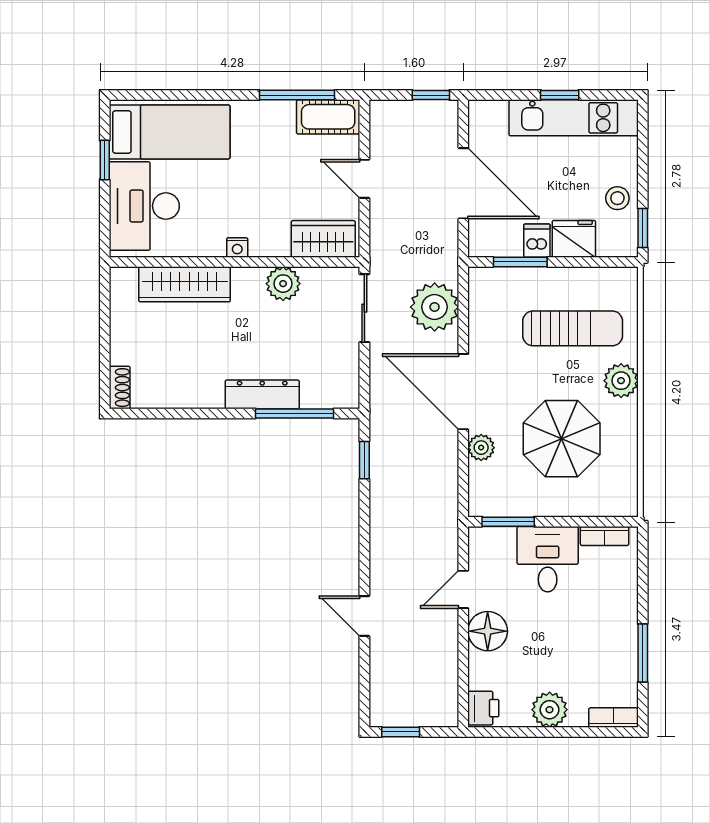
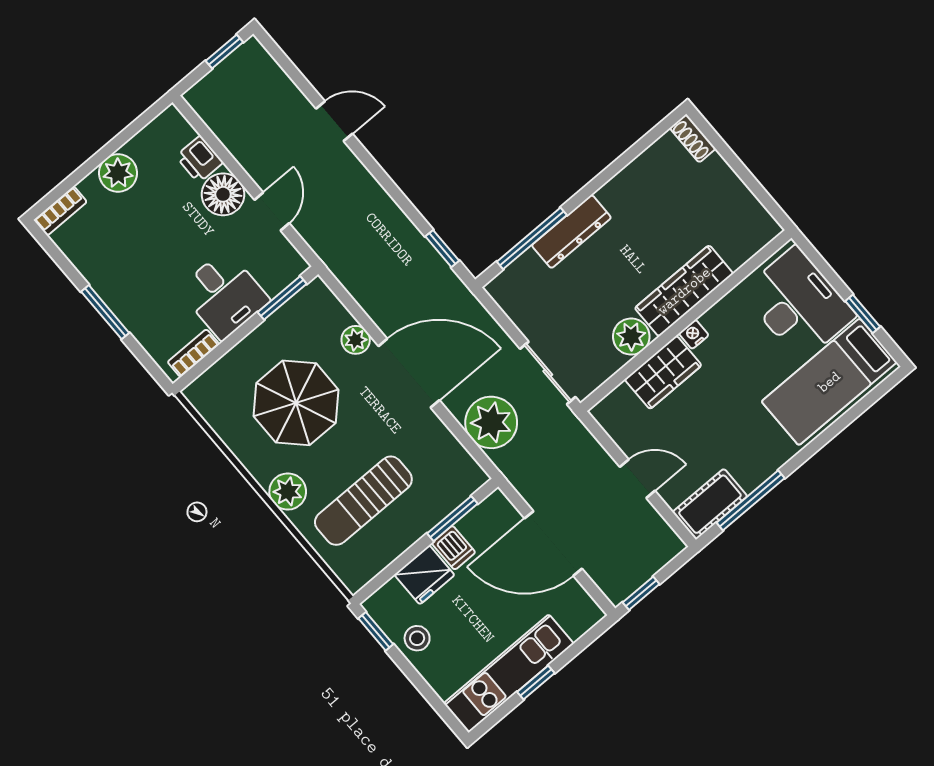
wardrobe: (323, 239) -> (663, 372), moved
wardrobe: (185, 284) -> (684, 291), moved
window: (643, 653) -> (105, 312), moved
printer: (483, 708) -> (199, 159), moved

